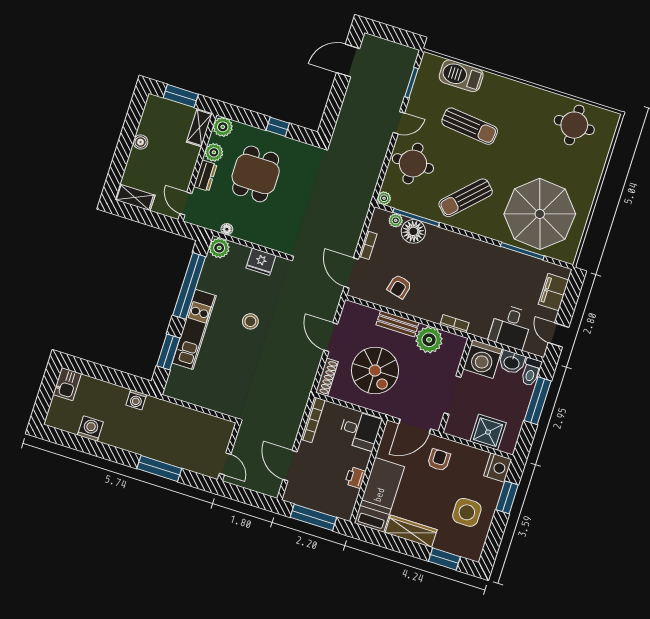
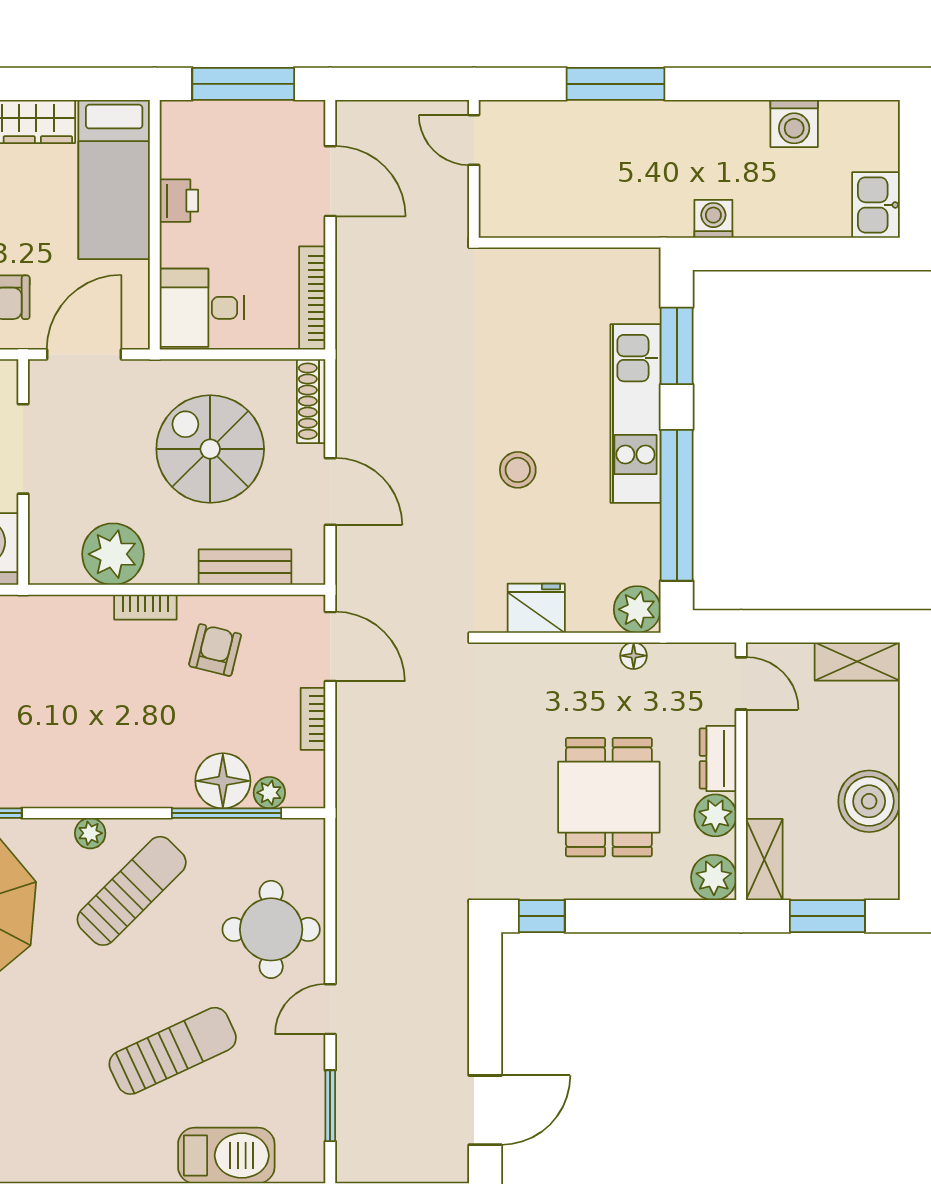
sun lounger: (470, 126) -> (173, 1051), turned 149
window: (278, 127) -> (542, 916), moved
boiler: (141, 142) -> (869, 801), width x1.86, depth x1.86
plant: (384, 198) -> (90, 833), moved
bench: (397, 324) -> (245, 567), moved
bookcase: (455, 324) -> (145, 607), moved

